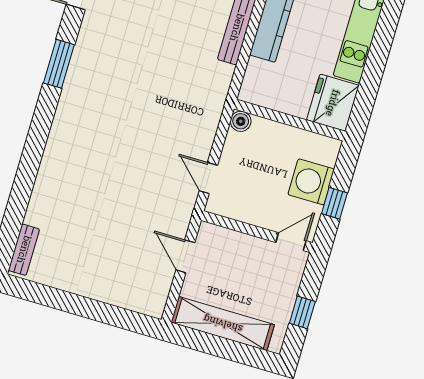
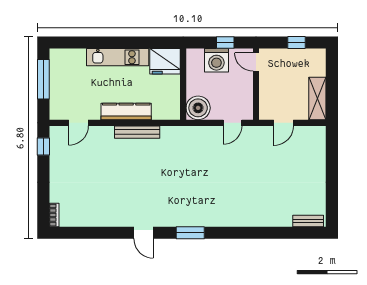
boiler: (241, 121) -> (198, 108), width x1.86, depth x1.86
shelving: (223, 324) -> (317, 98), width x0.68

